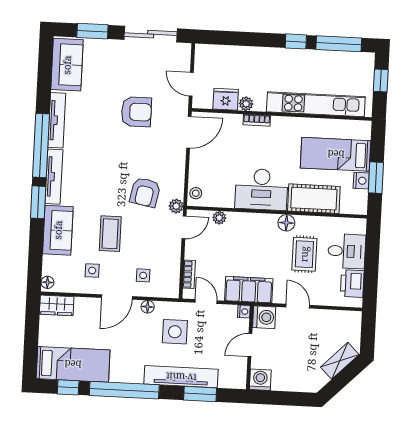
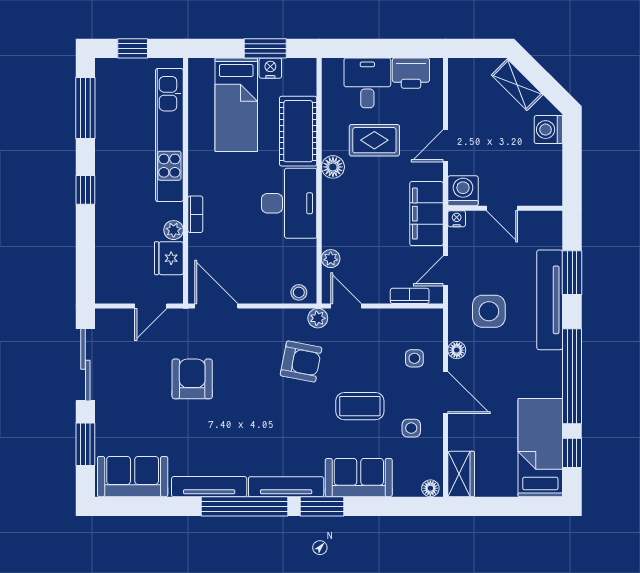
window: (296, 41) -> (85, 190), moved
washing machine: (260, 380) -> (548, 130), moved

